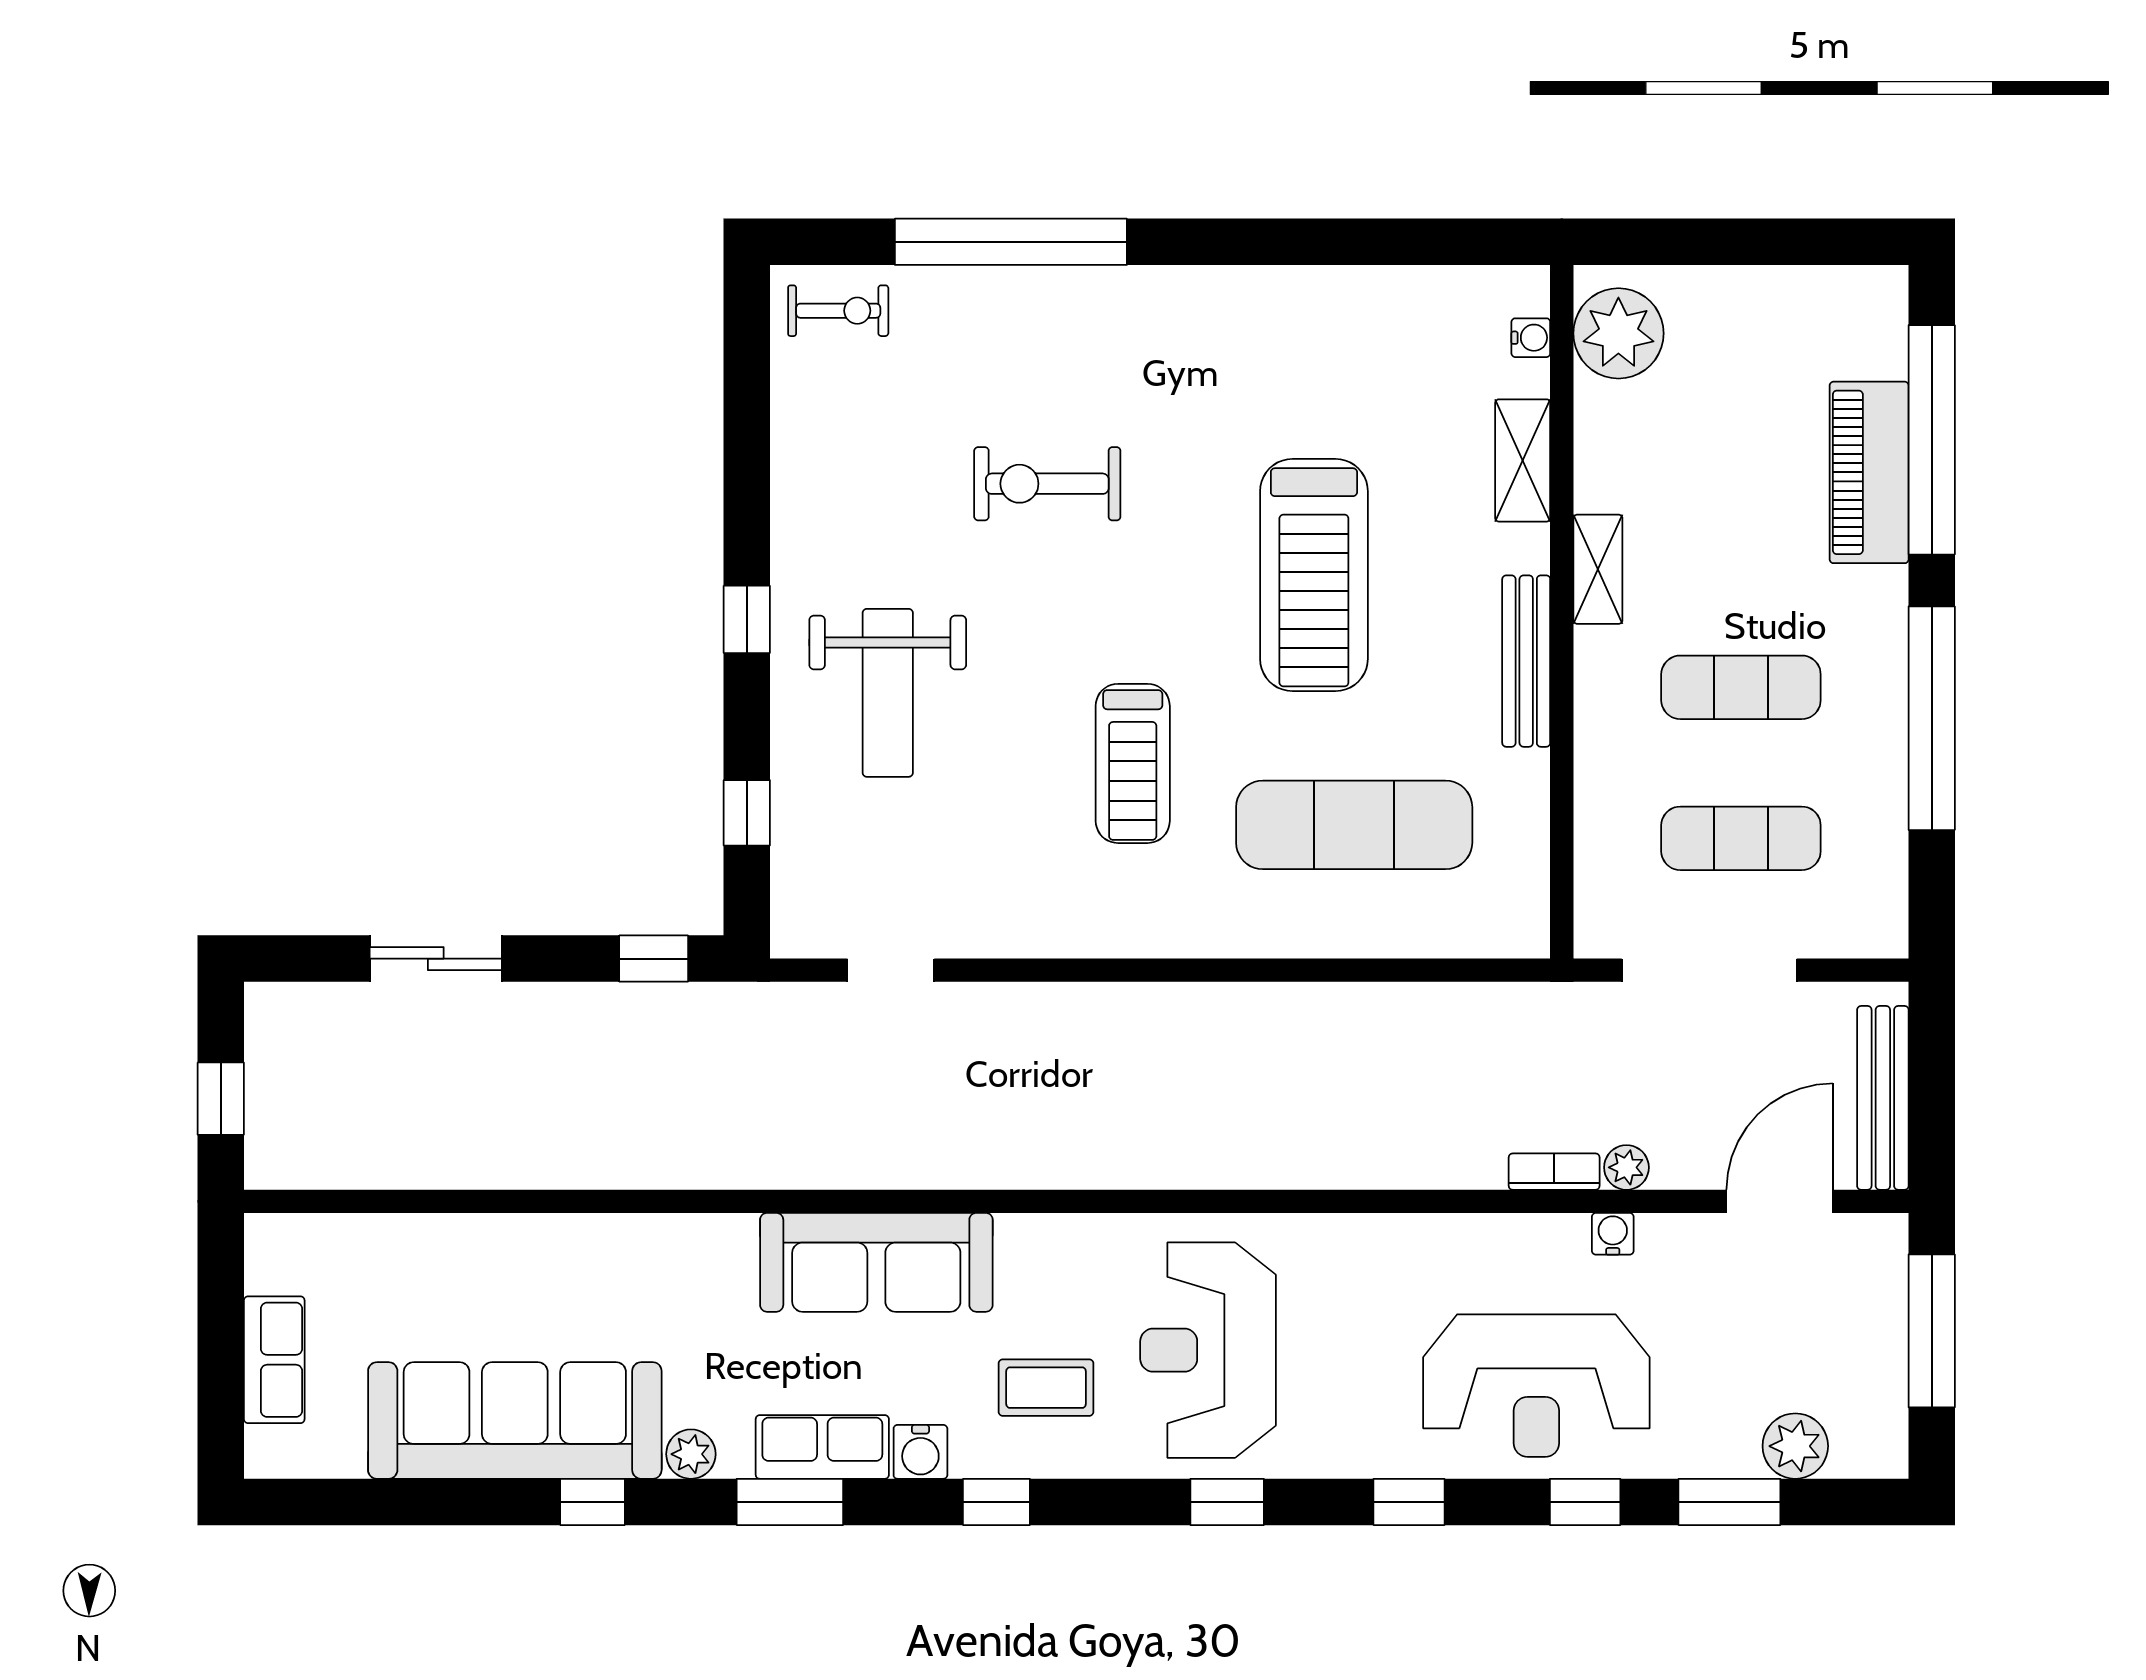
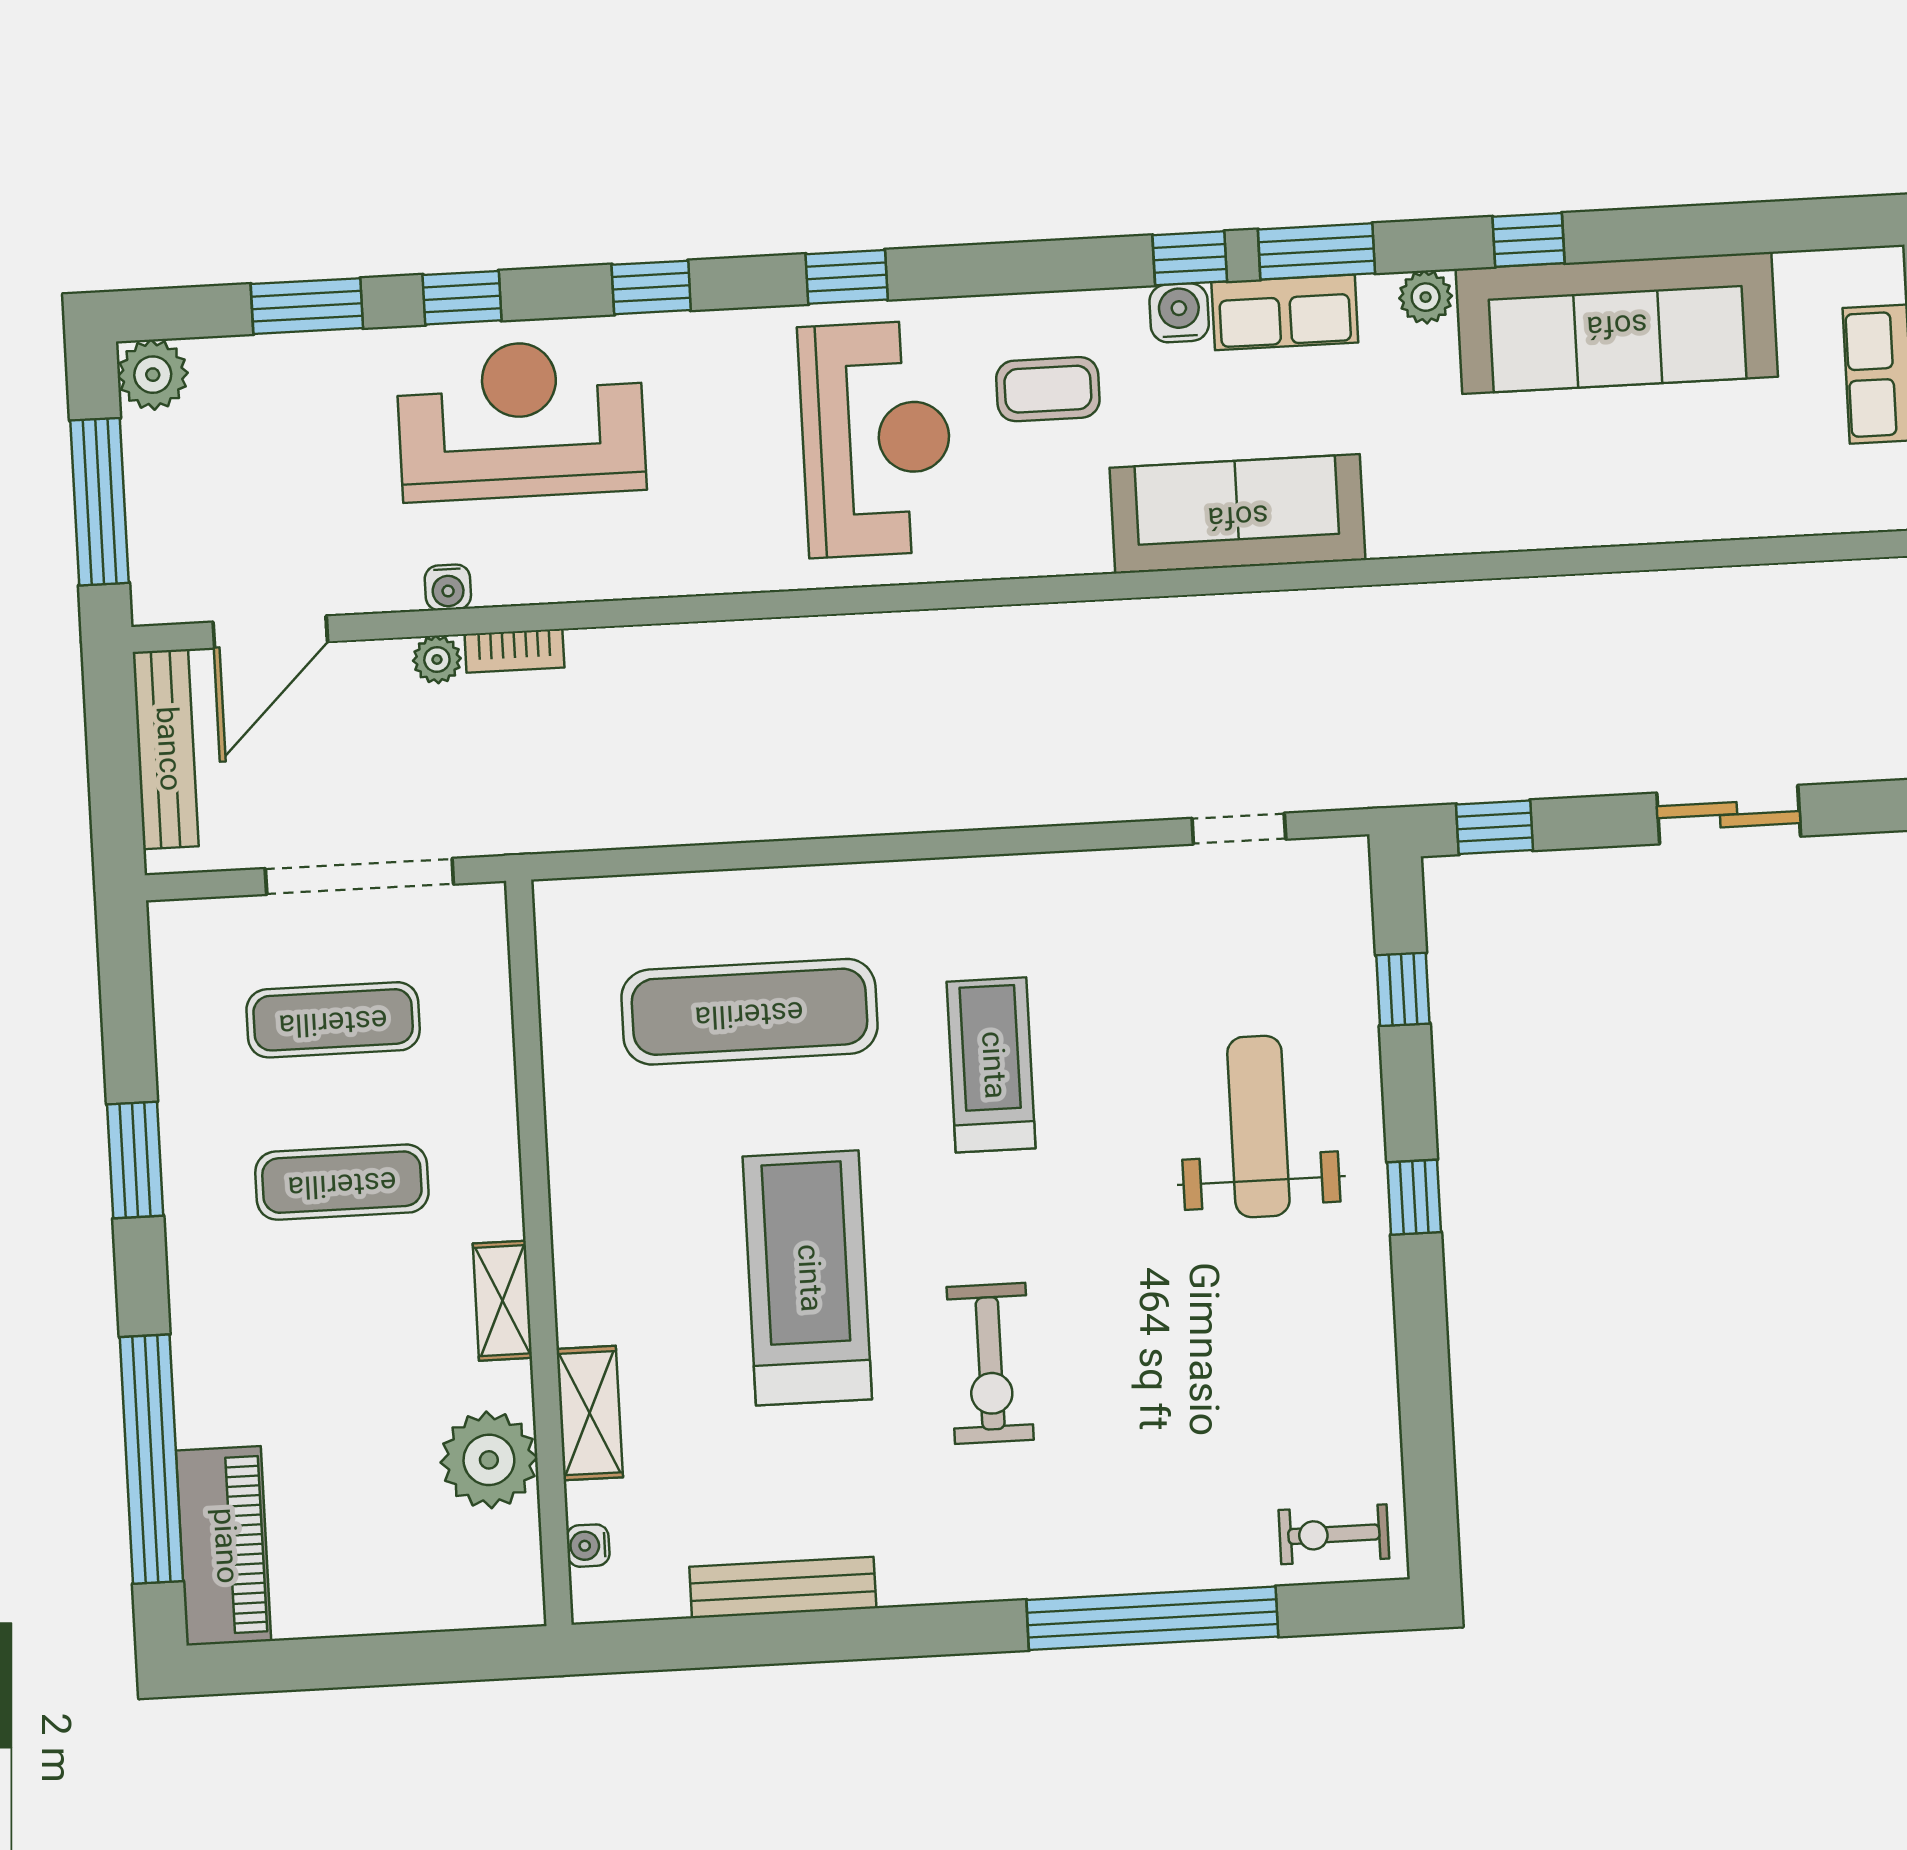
plant: (1618, 333) -> (489, 1460), moved
piano: (1869, 472) -> (223, 1546), moved
exercise bike: (1047, 484) -> (990, 1363), moved, turned 90
bench: (1526, 661) -> (783, 1587), moved, turned 90
window: (1932, 718) -> (135, 1160), width x0.47
plant: (1795, 1446) -> (153, 375), moved
window: (996, 1502) -> (1190, 258), moved

